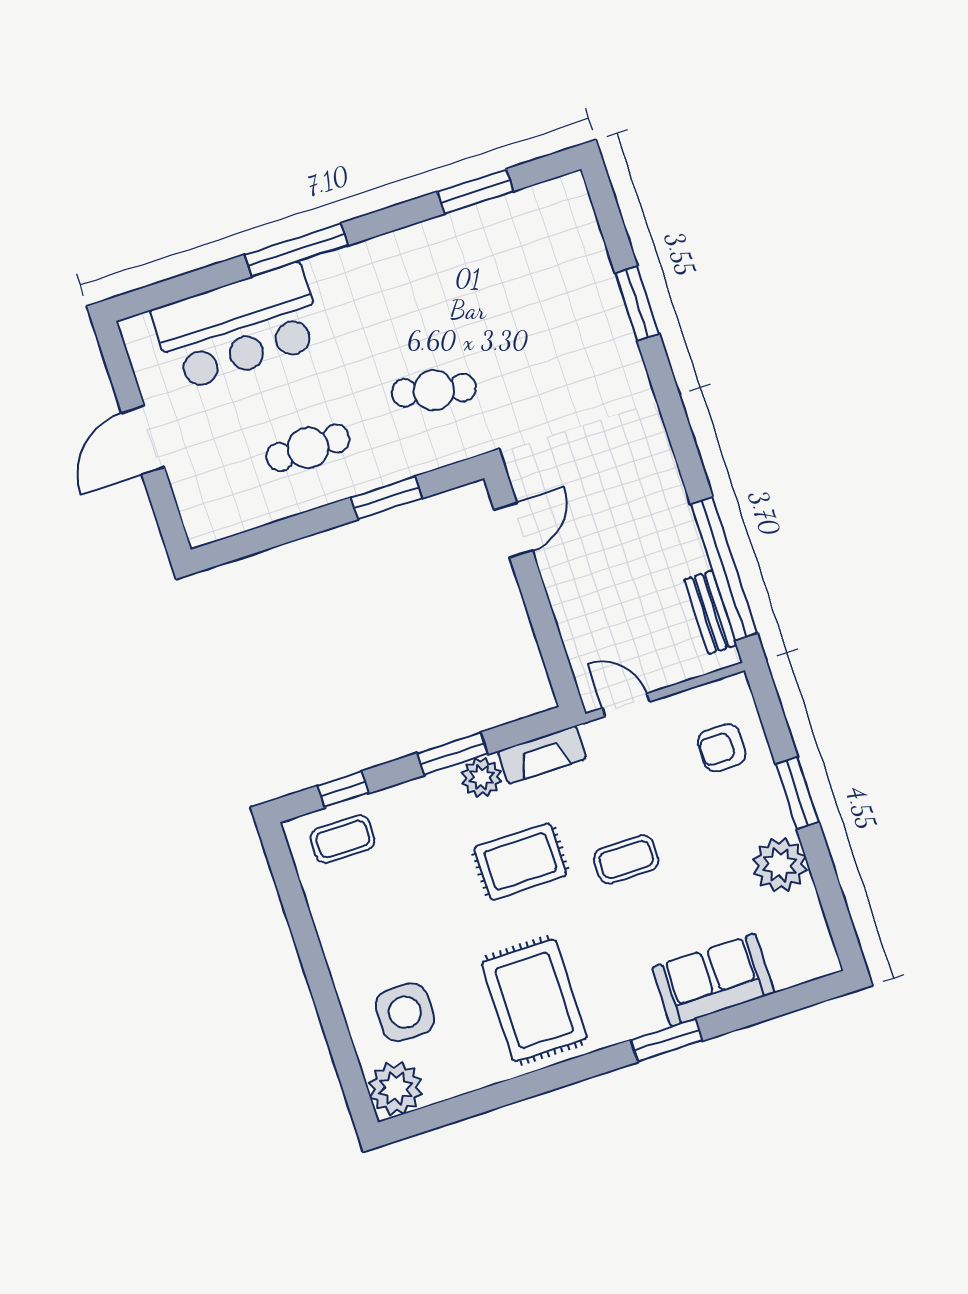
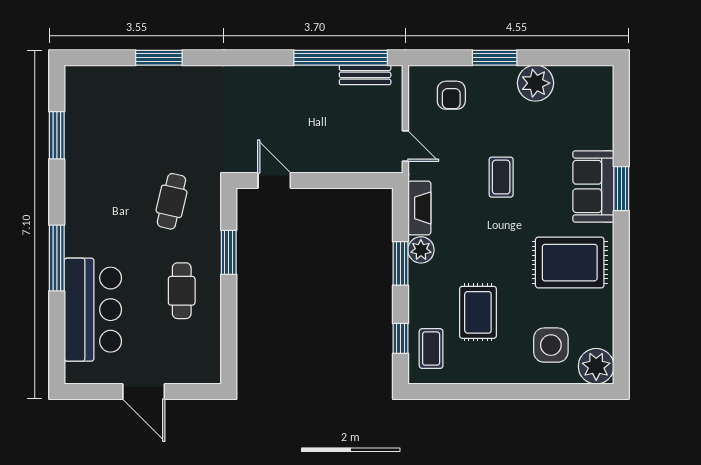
door: (626, 705) -> (405, 146), swing flipped
rug: (520, 861) -> (478, 312), moved
sofa: (713, 980) -> (593, 186), moved

